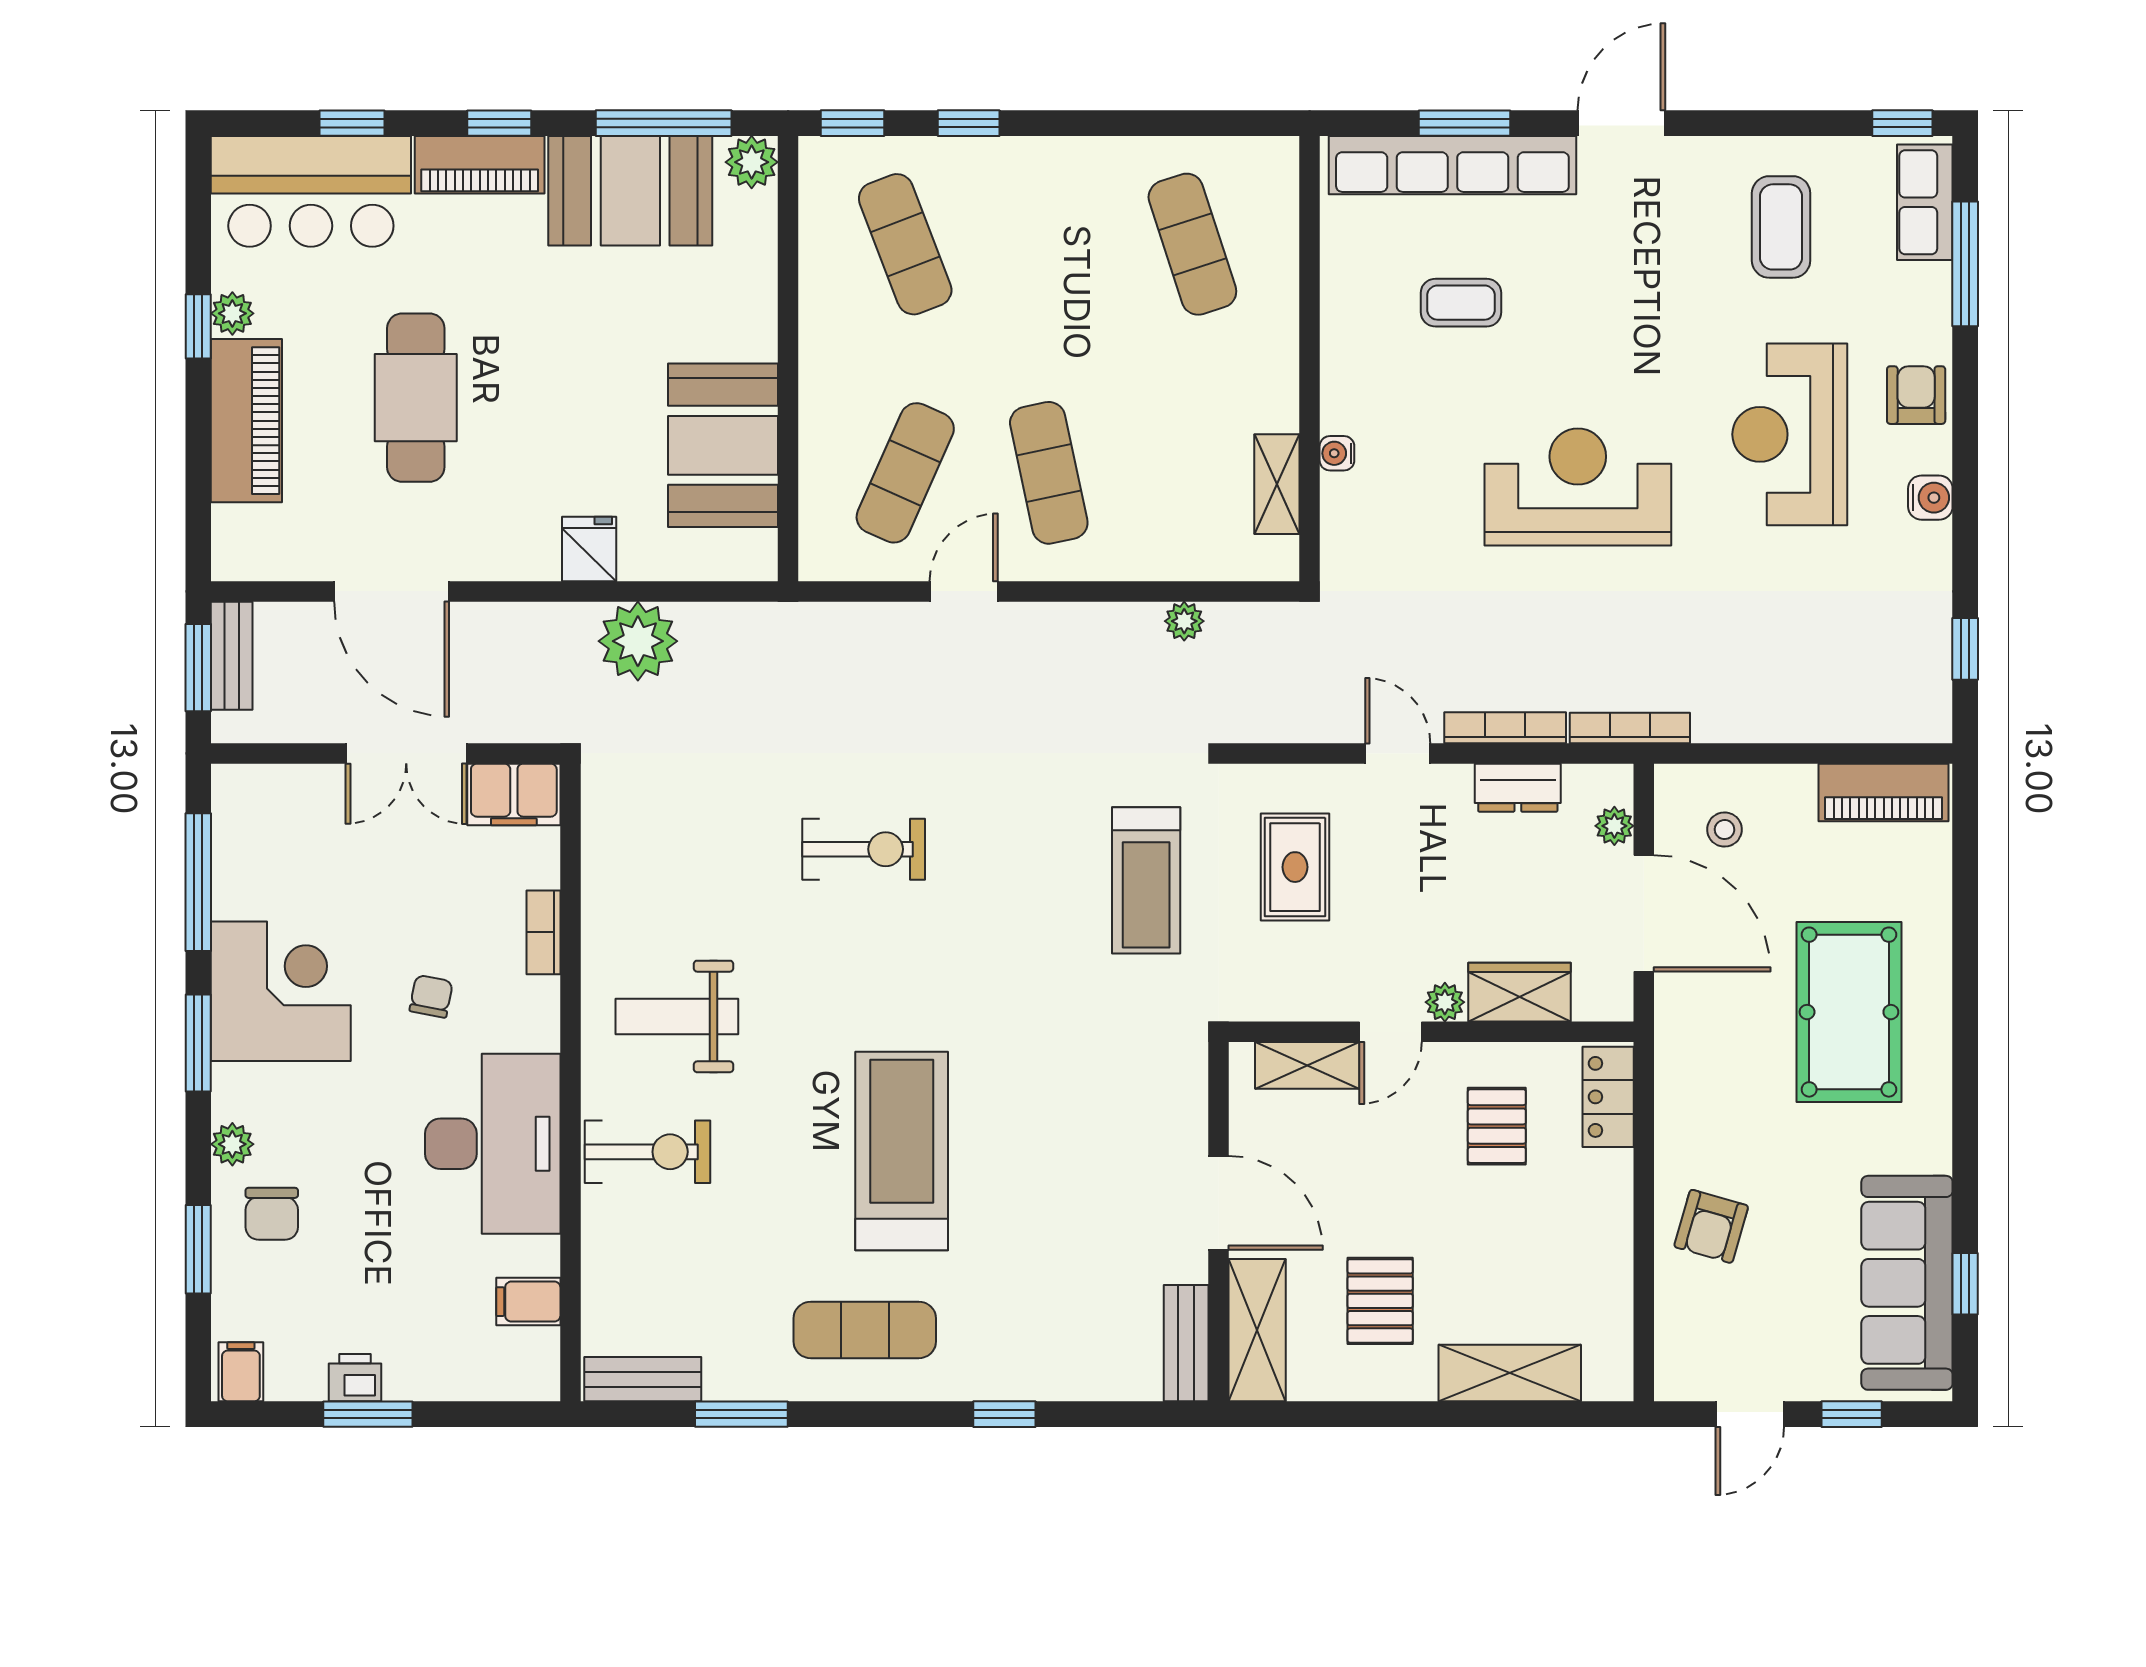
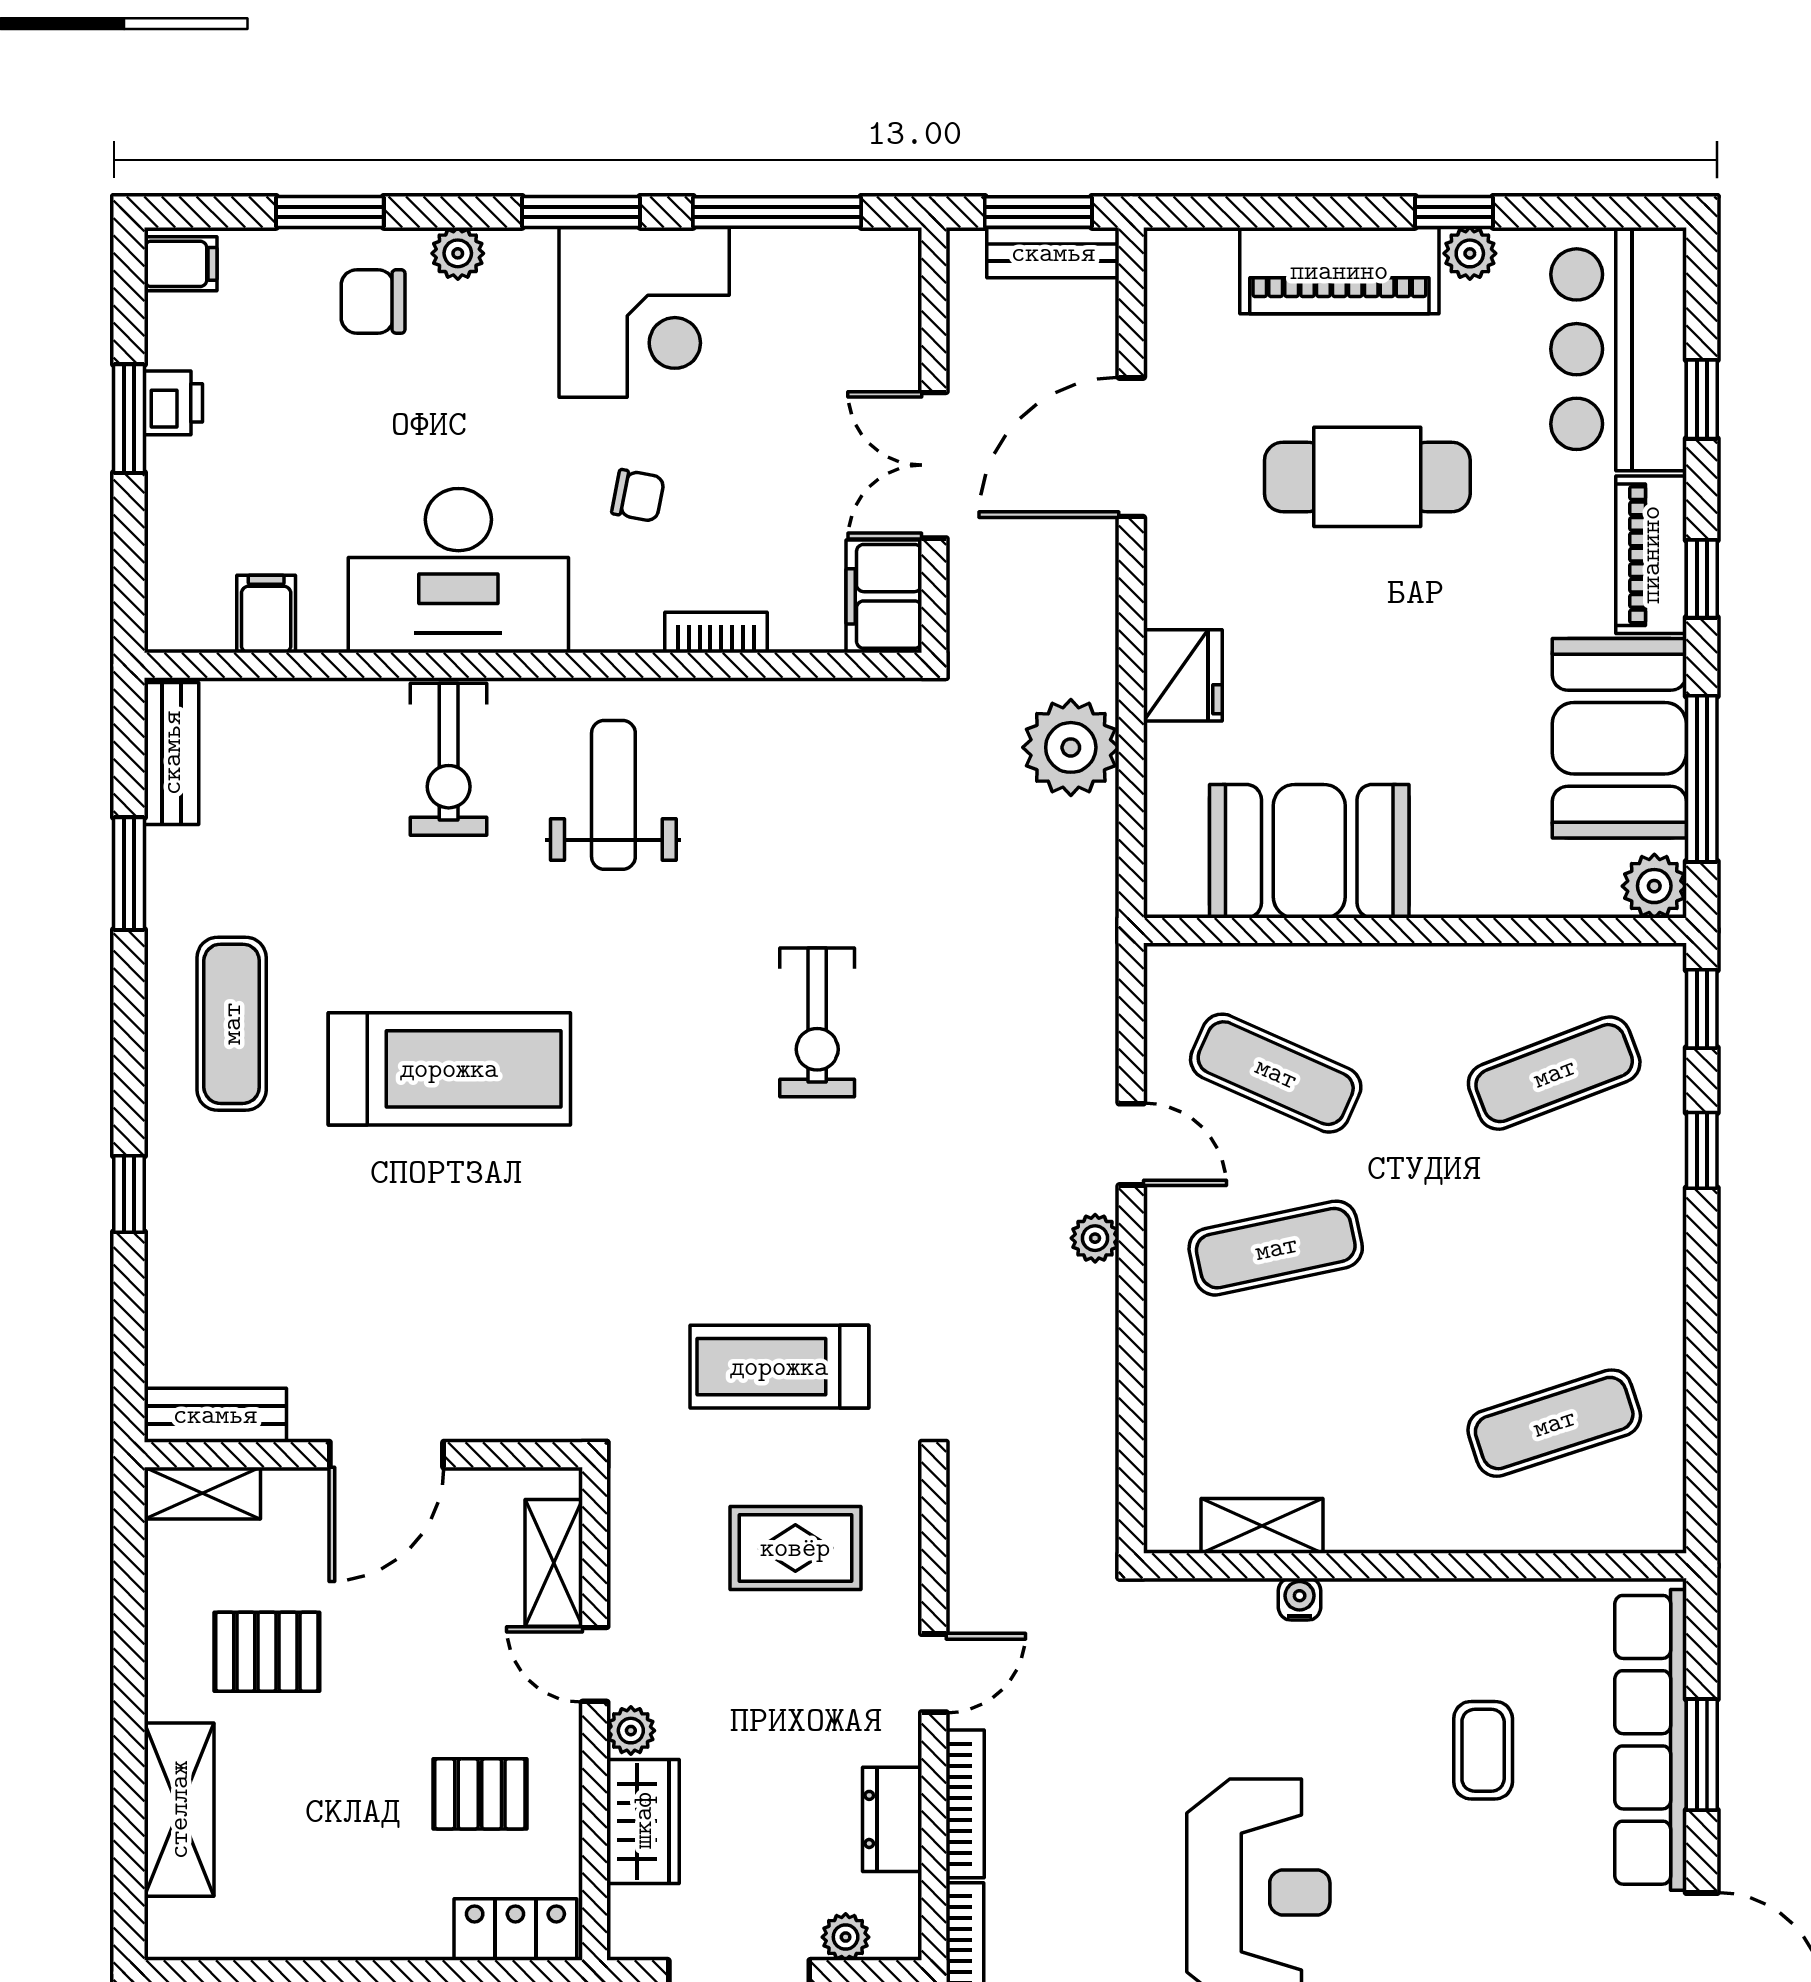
fridge: (589, 549) -> (1183, 675), width x1.38
plant: (1184, 621) -> (1095, 1238), moved
shelving: (1257, 1330) -> (202, 1493), width x0.67, depth x0.75

